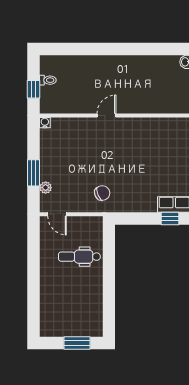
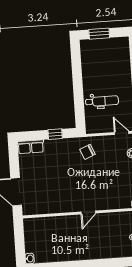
window: (170, 218) -> (55, 134), moved

